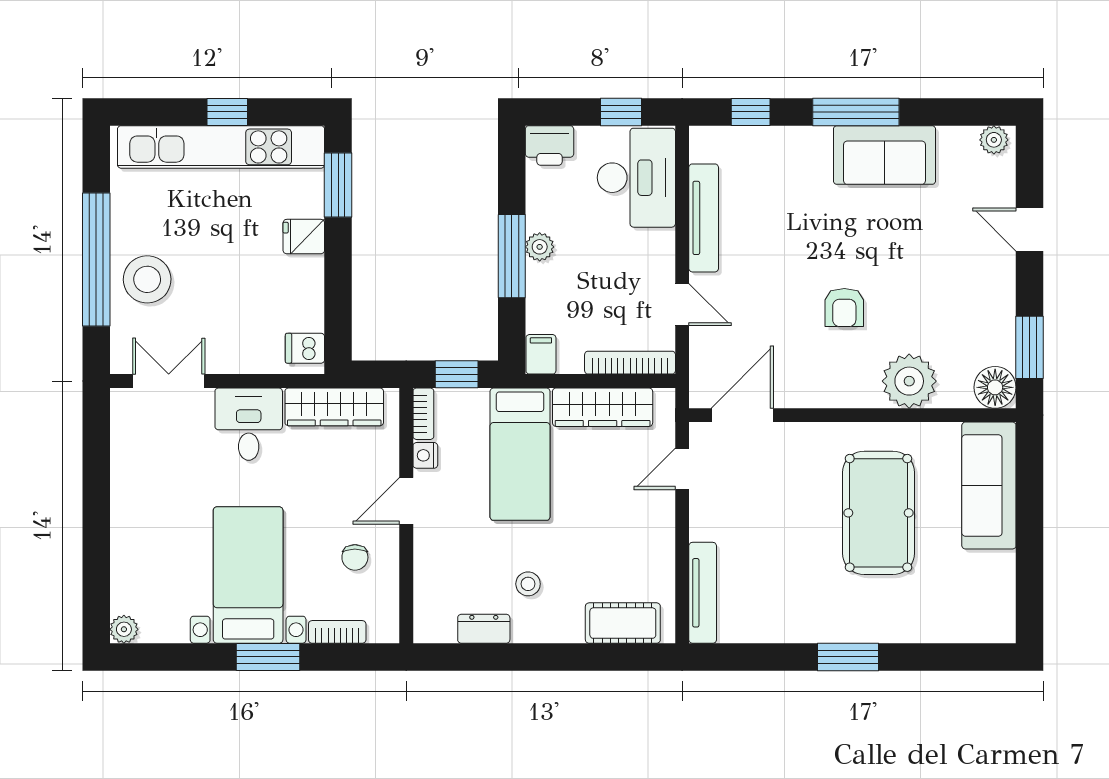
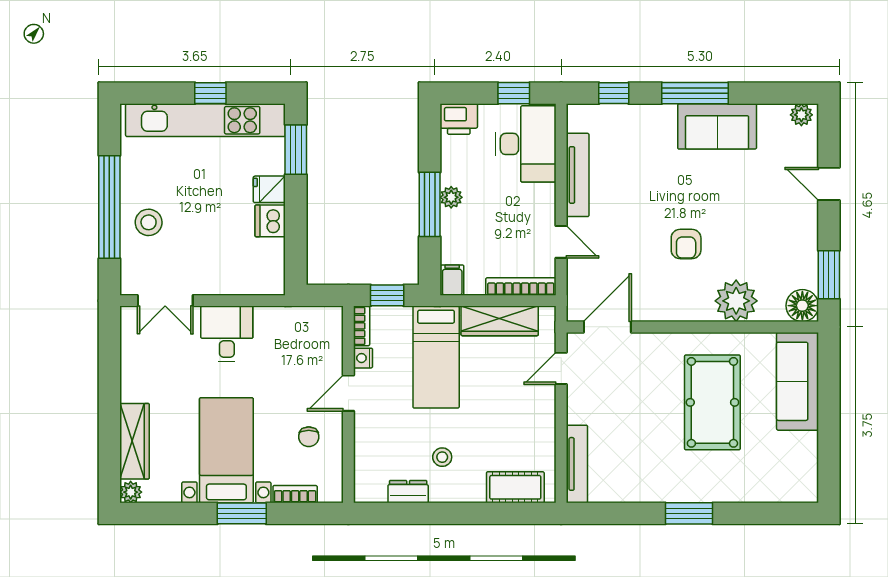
stool: (147, 279) -> (149, 222), width x0.73, depth x0.73
dishwasher: (305, 348) -> (270, 221), moved, width x1.38
double door: (169, 381) -> (165, 301), swing flipped
wardrobe: (334, 407) -> (134, 441), moved, turned -90

